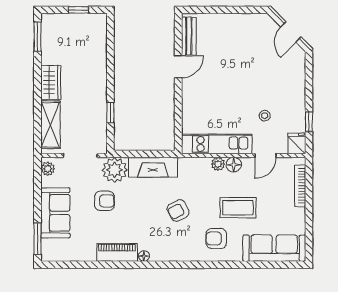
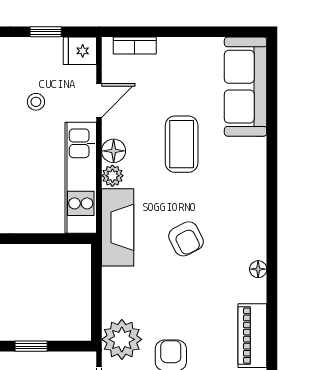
door: (266, 156) -> (99, 100), hinge flipped
fireplace: (153, 167) -> (118, 227), moved
bookcase: (300, 186) -> (135, 46), width x0.64
armchair: (216, 238) -> (230, 179), removed
floor lamp: (144, 256) -> (258, 269), moved

